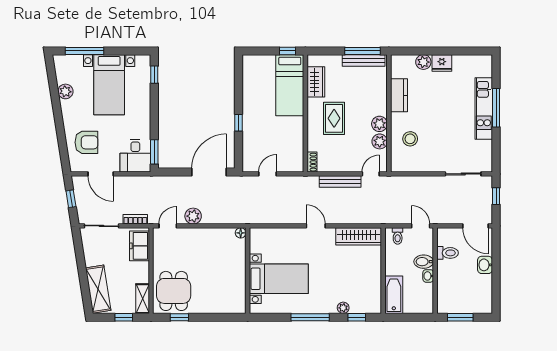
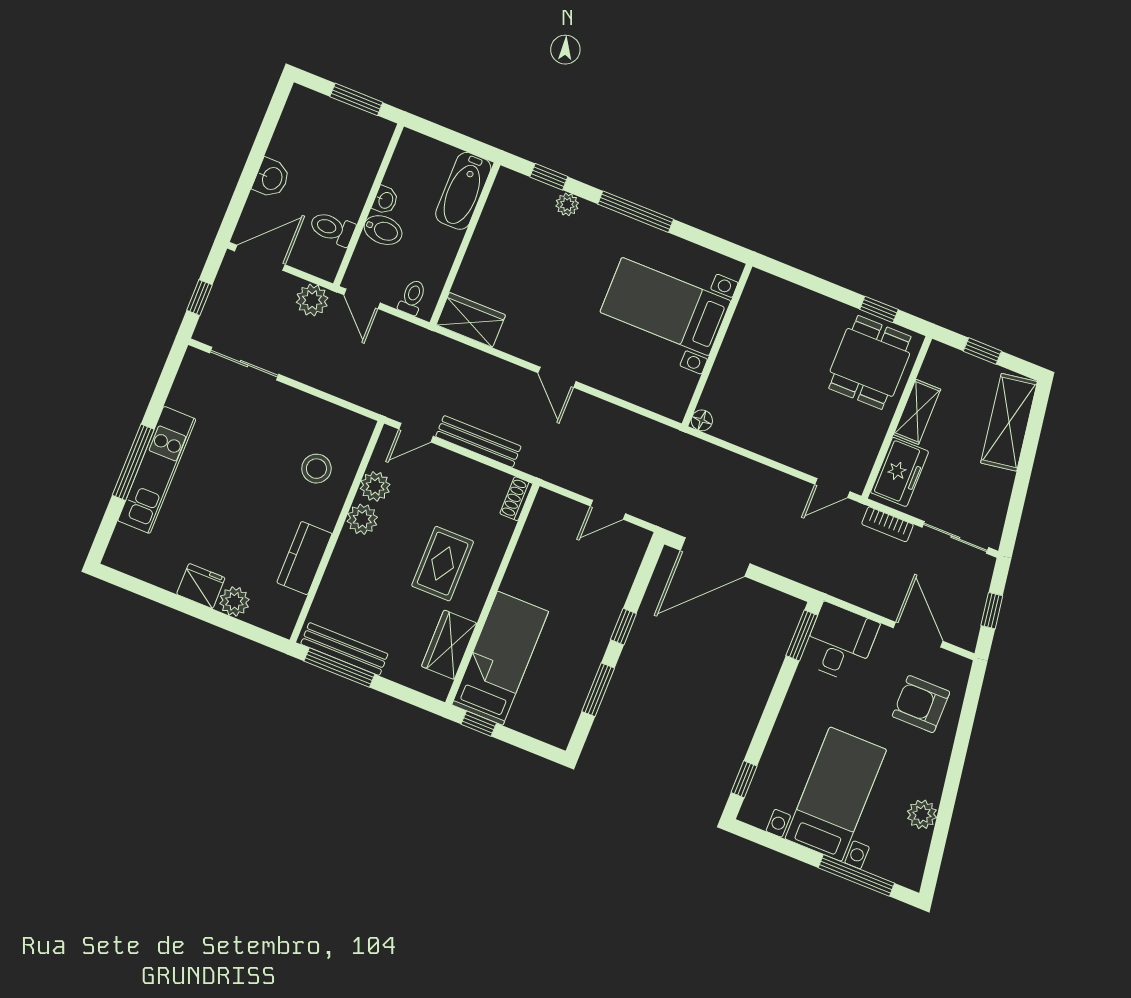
window: (239, 89) -> (598, 690), added
plant: (193, 216) -> (312, 300), moved
door: (475, 226) -> (260, 258), hinge flipped
wardrobe: (359, 236) -> (471, 320), width x0.67
shelving: (143, 299) -> (917, 412), moved

